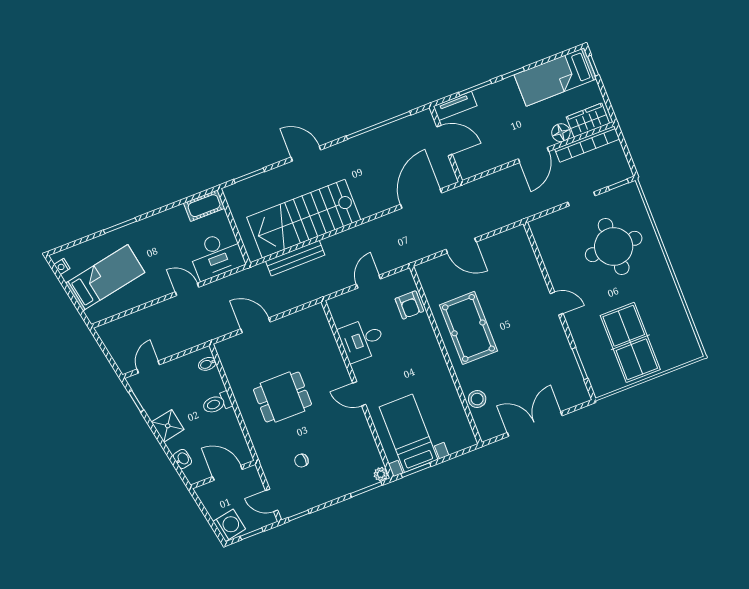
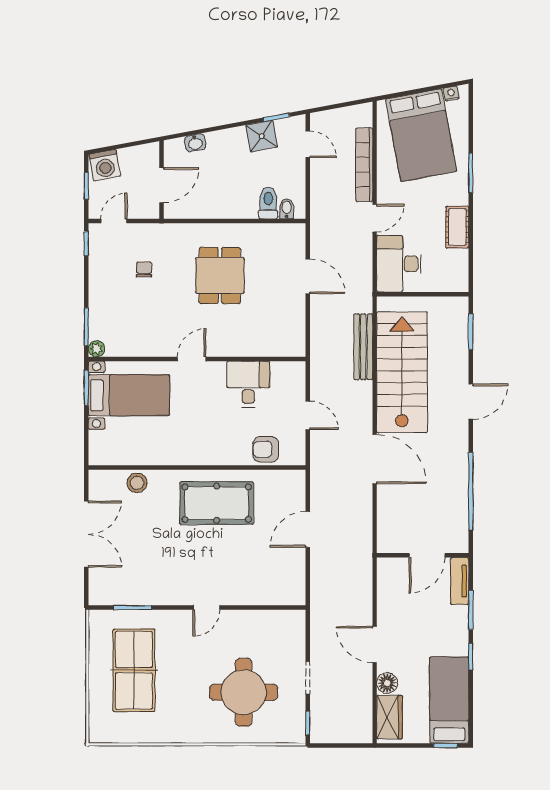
bookcase: (587, 144) -> (364, 165), moved
door: (421, 199) -> (375, 459), moved
cot: (204, 206) -> (457, 227), moved
bed: (105, 278) -> (421, 135), width x1.50
door: (255, 325) -> (308, 276), hinge flipped
table tennis table: (630, 342) -> (134, 670), turned 90
toilet: (217, 403) -> (268, 203), moved
shower: (168, 426) -> (262, 136), moved

